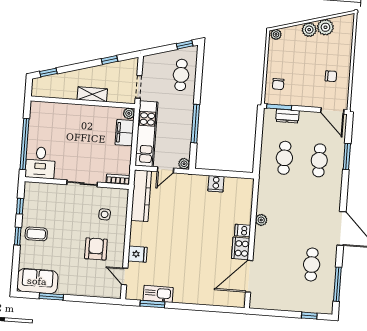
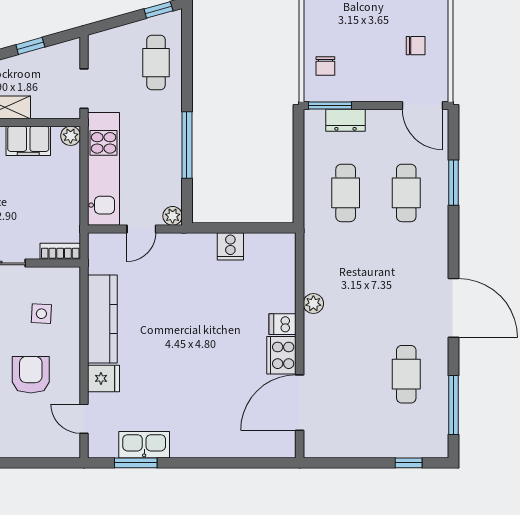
filing cabinet: (125, 133) -> (28, 141), moved, turned -90
kitchen counter: (141, 196) -> (102, 319), moved

